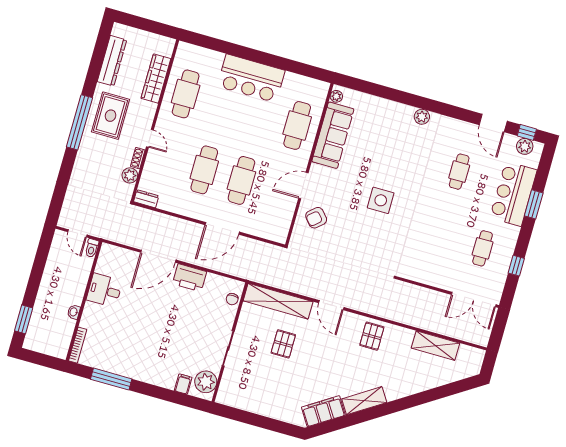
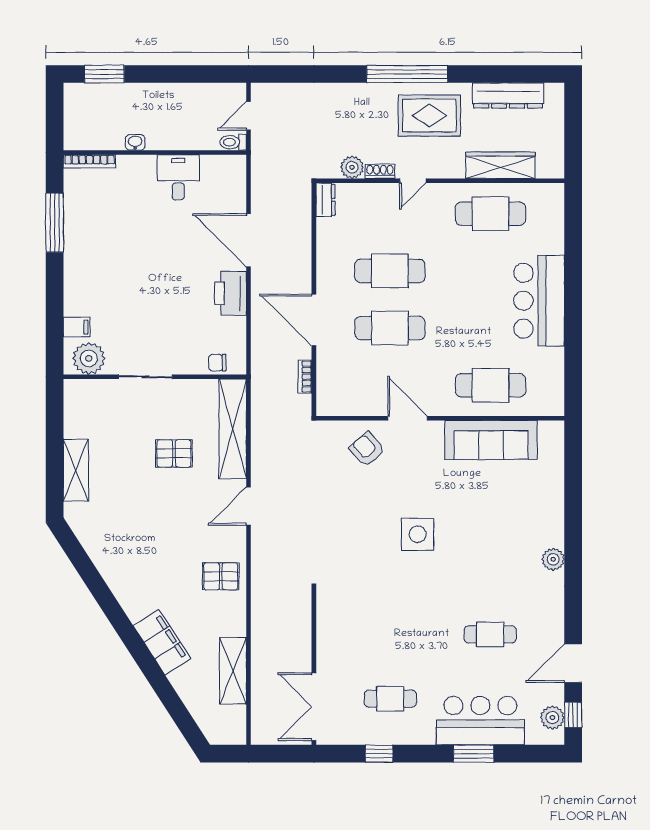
plant: (336, 96) -> (548, 429), removed
bookcase: (257, 245) -> (305, 377), added
shelving: (364, 401) -> (76, 470), moved, turned 33
filing cabinet: (323, 411) -> (162, 642), moved

